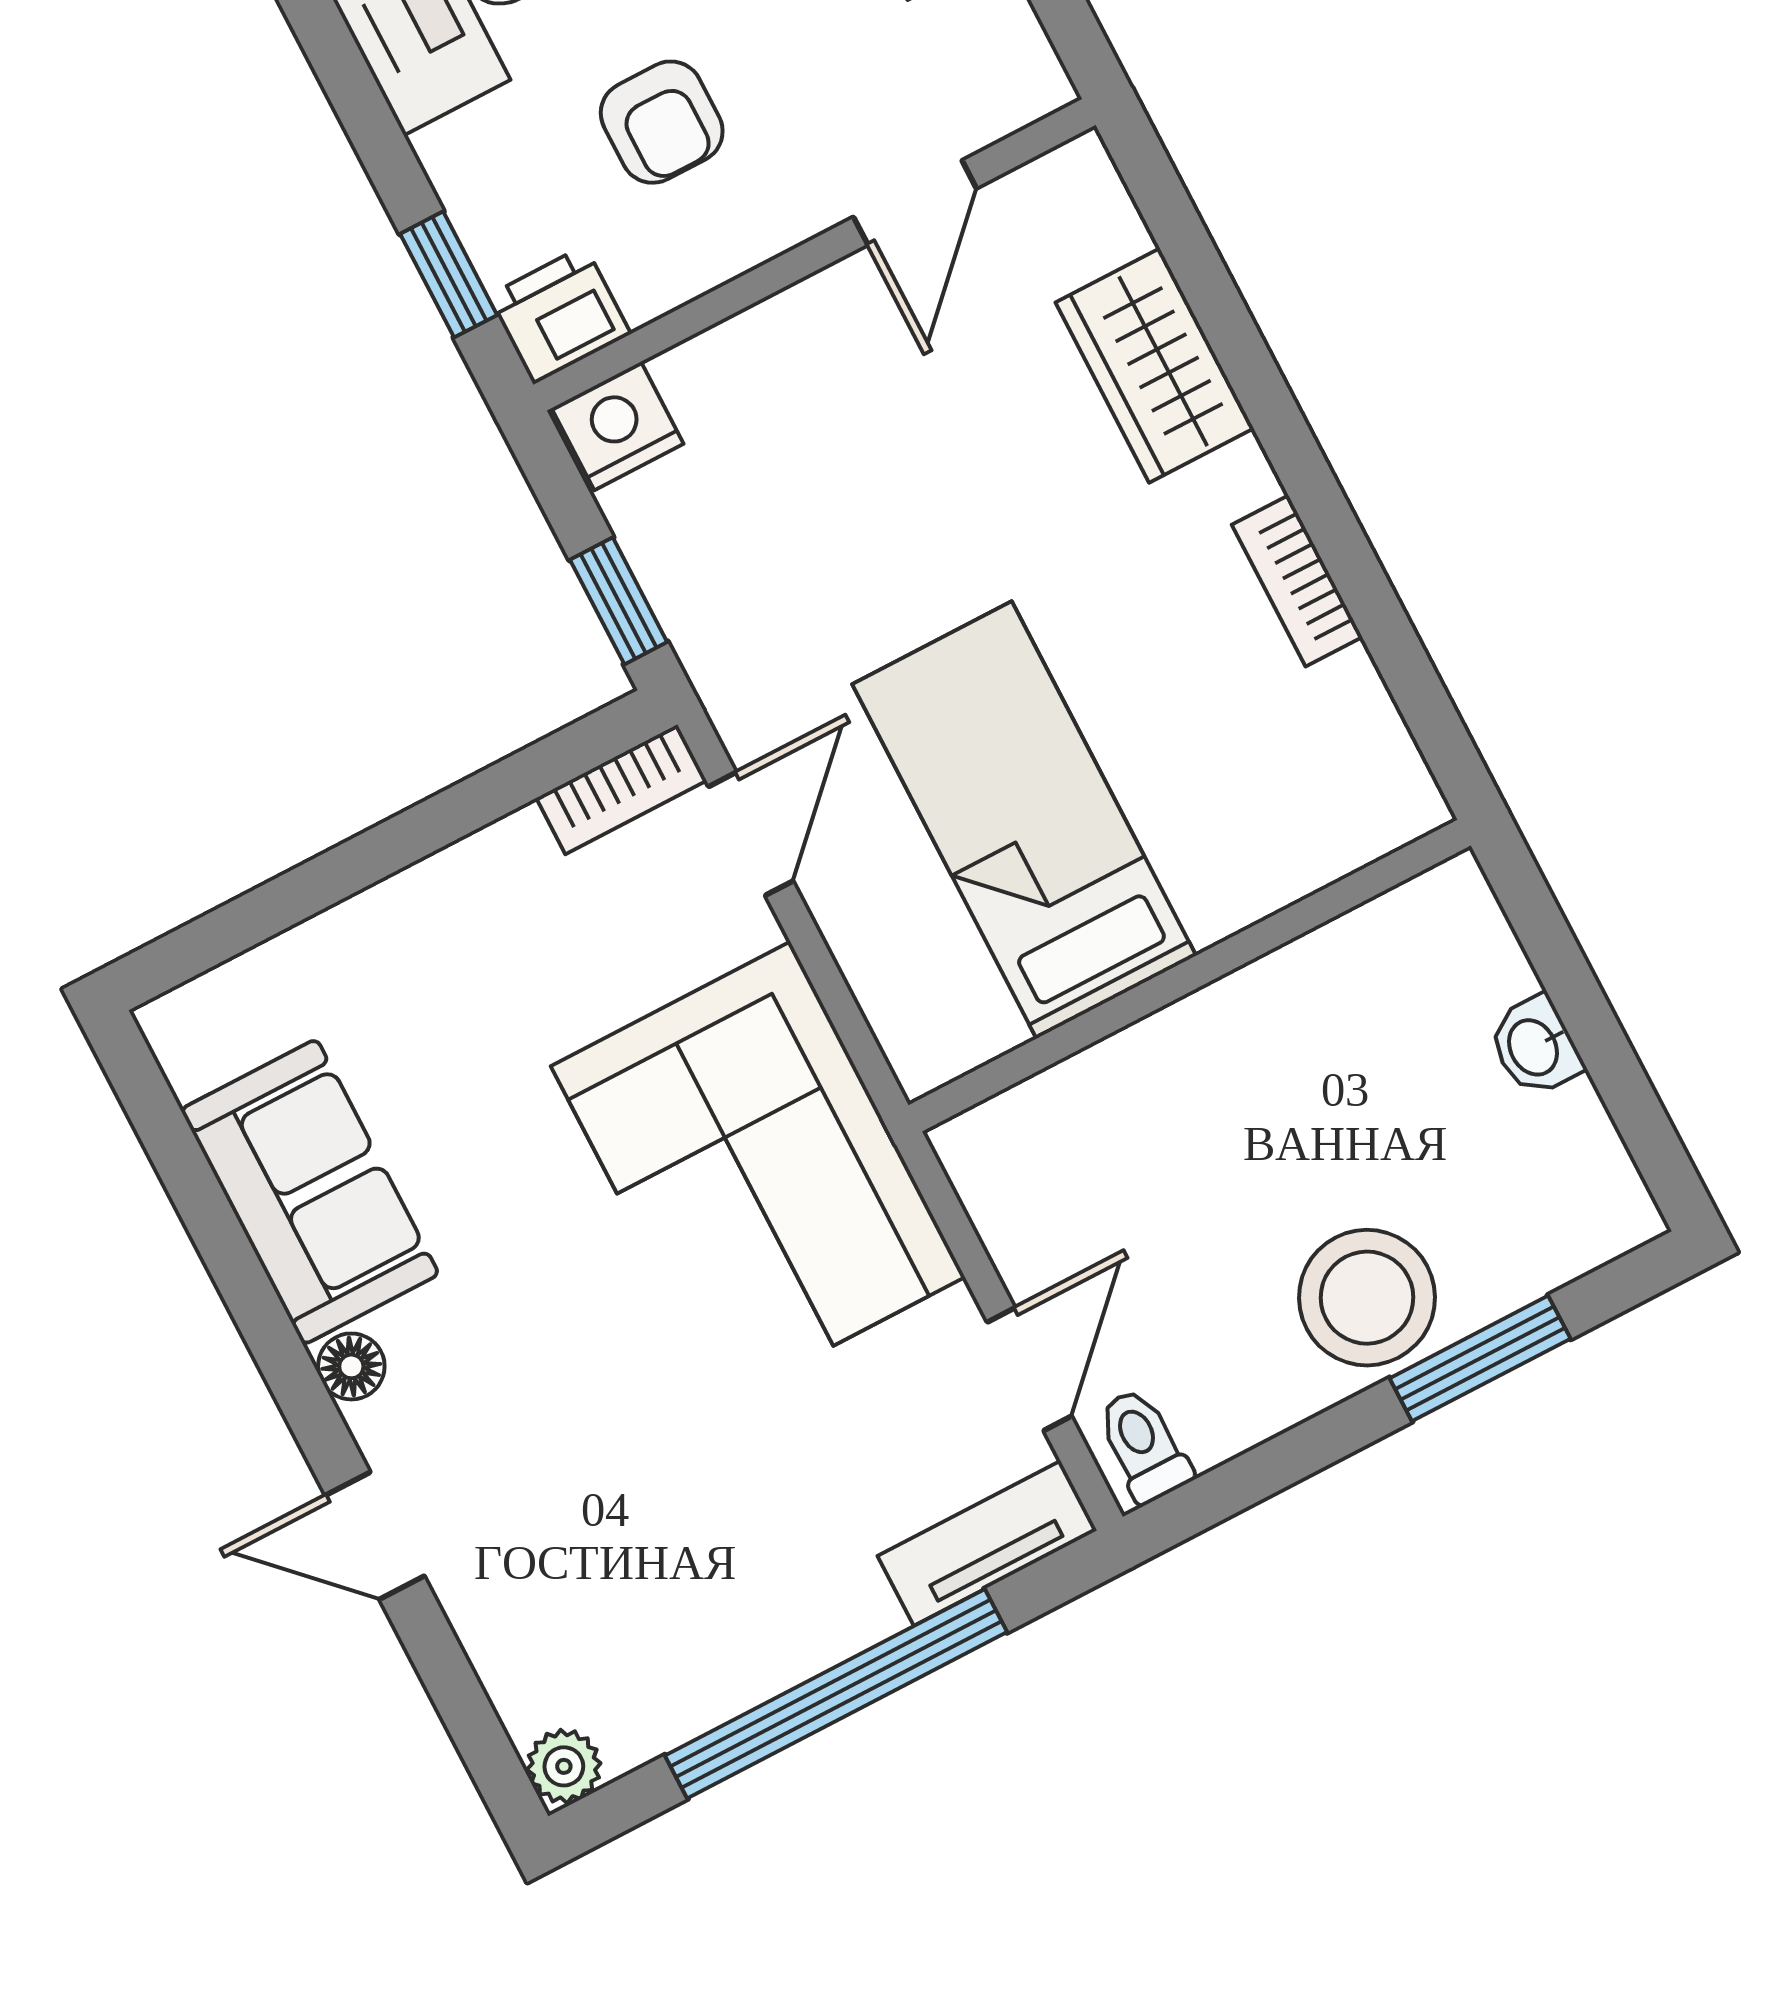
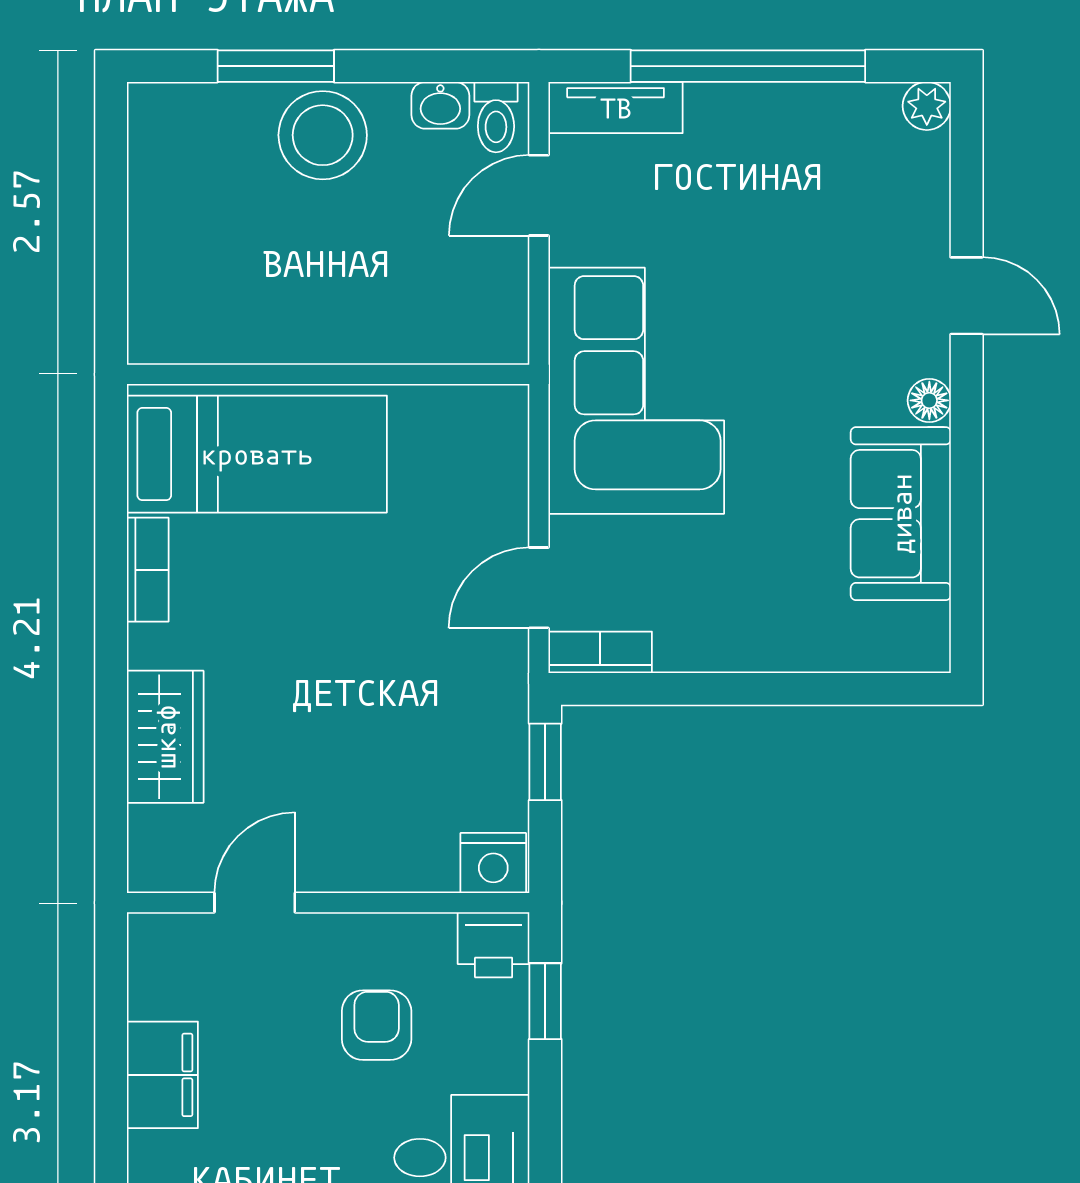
bed: (1024, 820) -> (257, 454), moved, turned -90
washbasin: (1535, 1046) -> (440, 105), moved, turned 90

